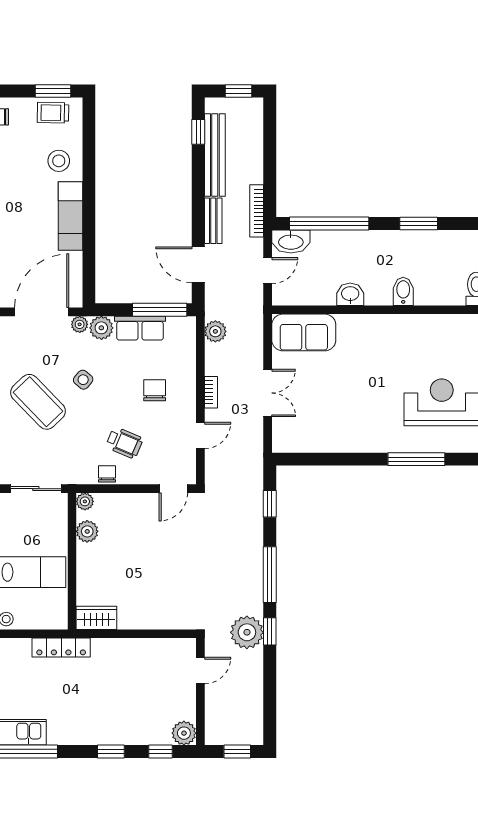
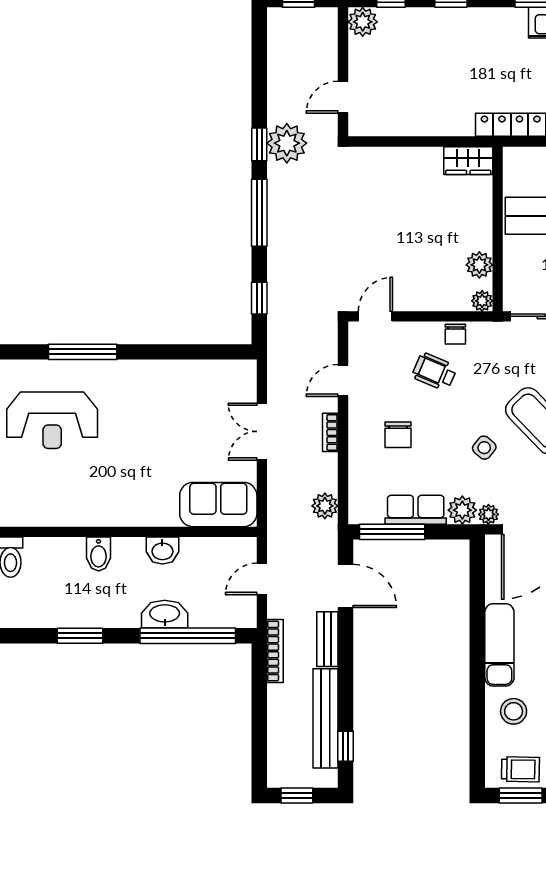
washbasin: (291, 241) -> (165, 614), moved

